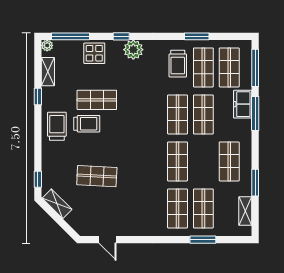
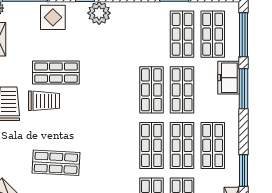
trolley: (178, 64) -> (152, 30), removed
shop shelf: (203, 161) -> (182, 145), added

